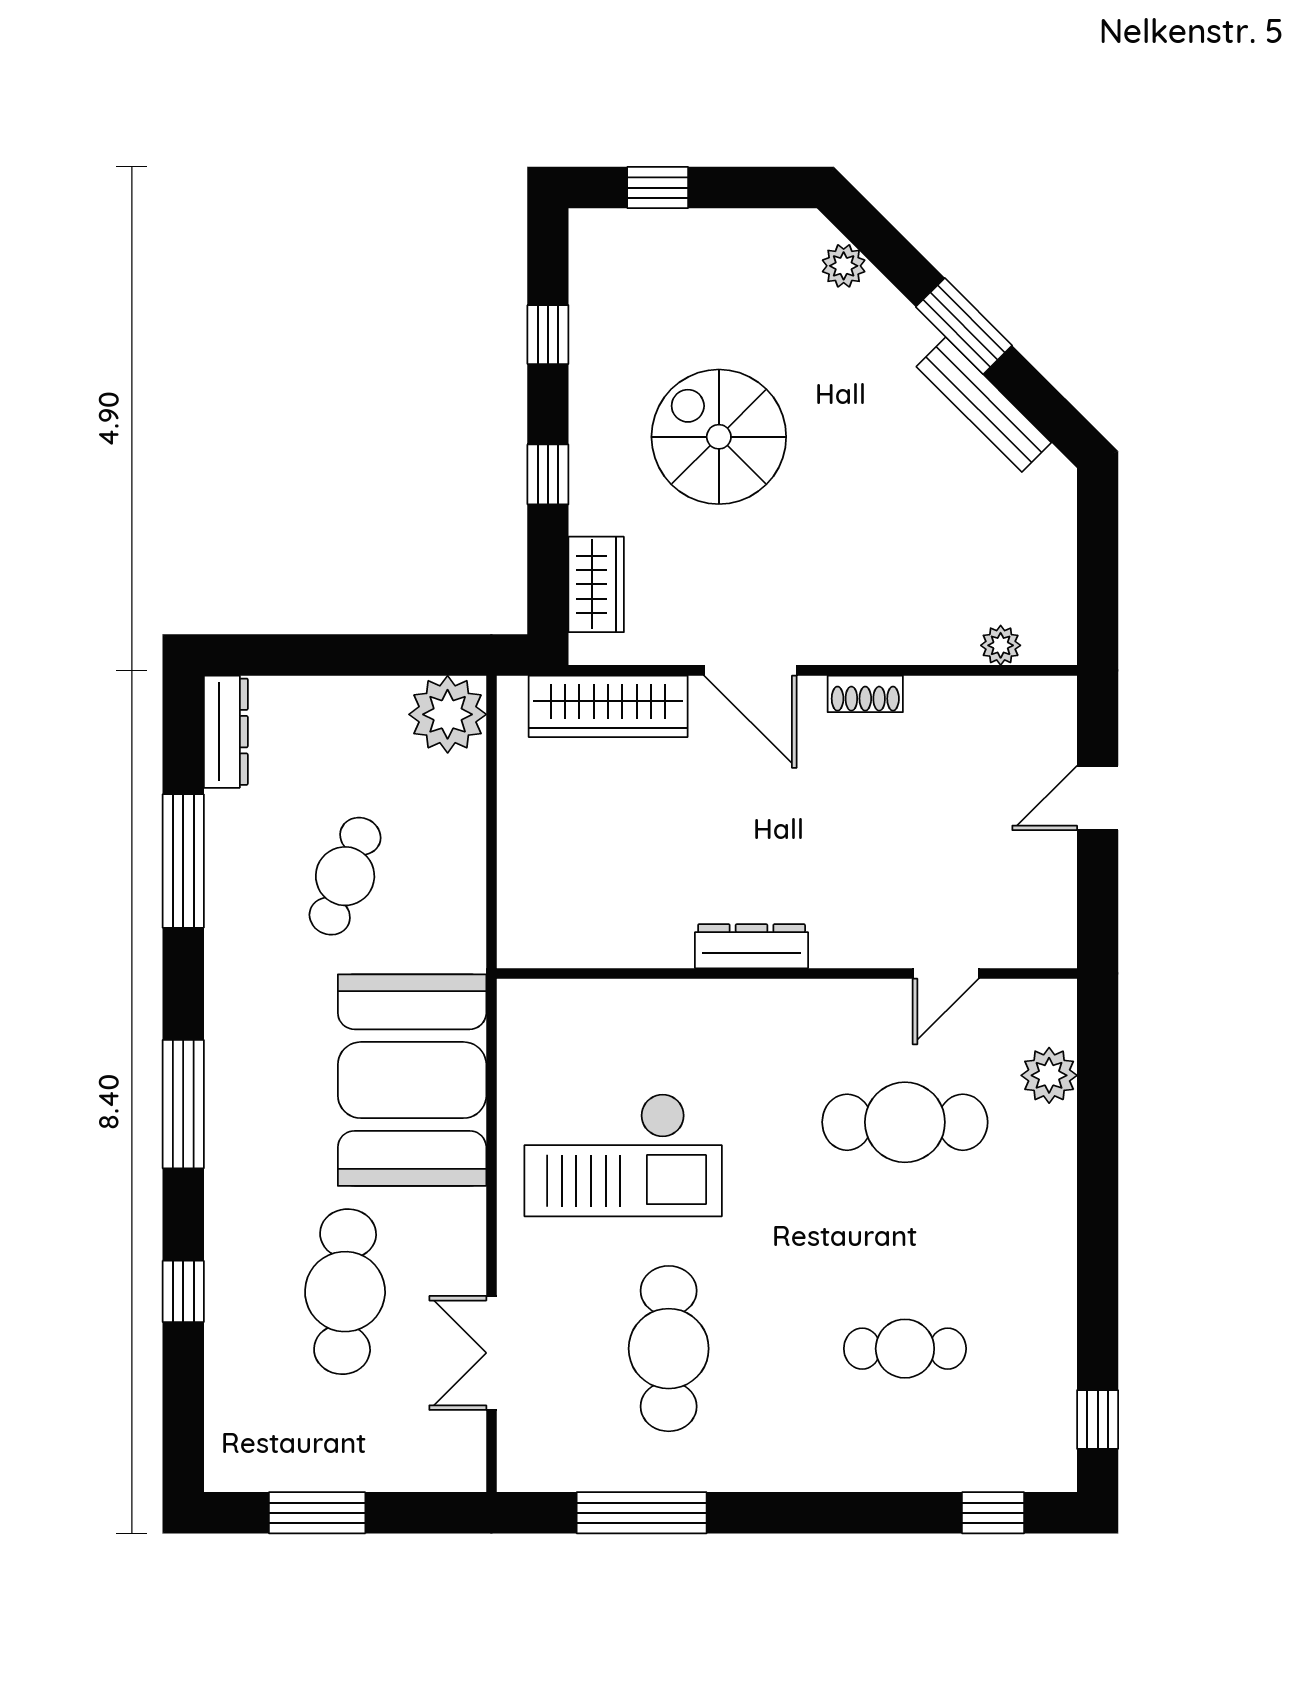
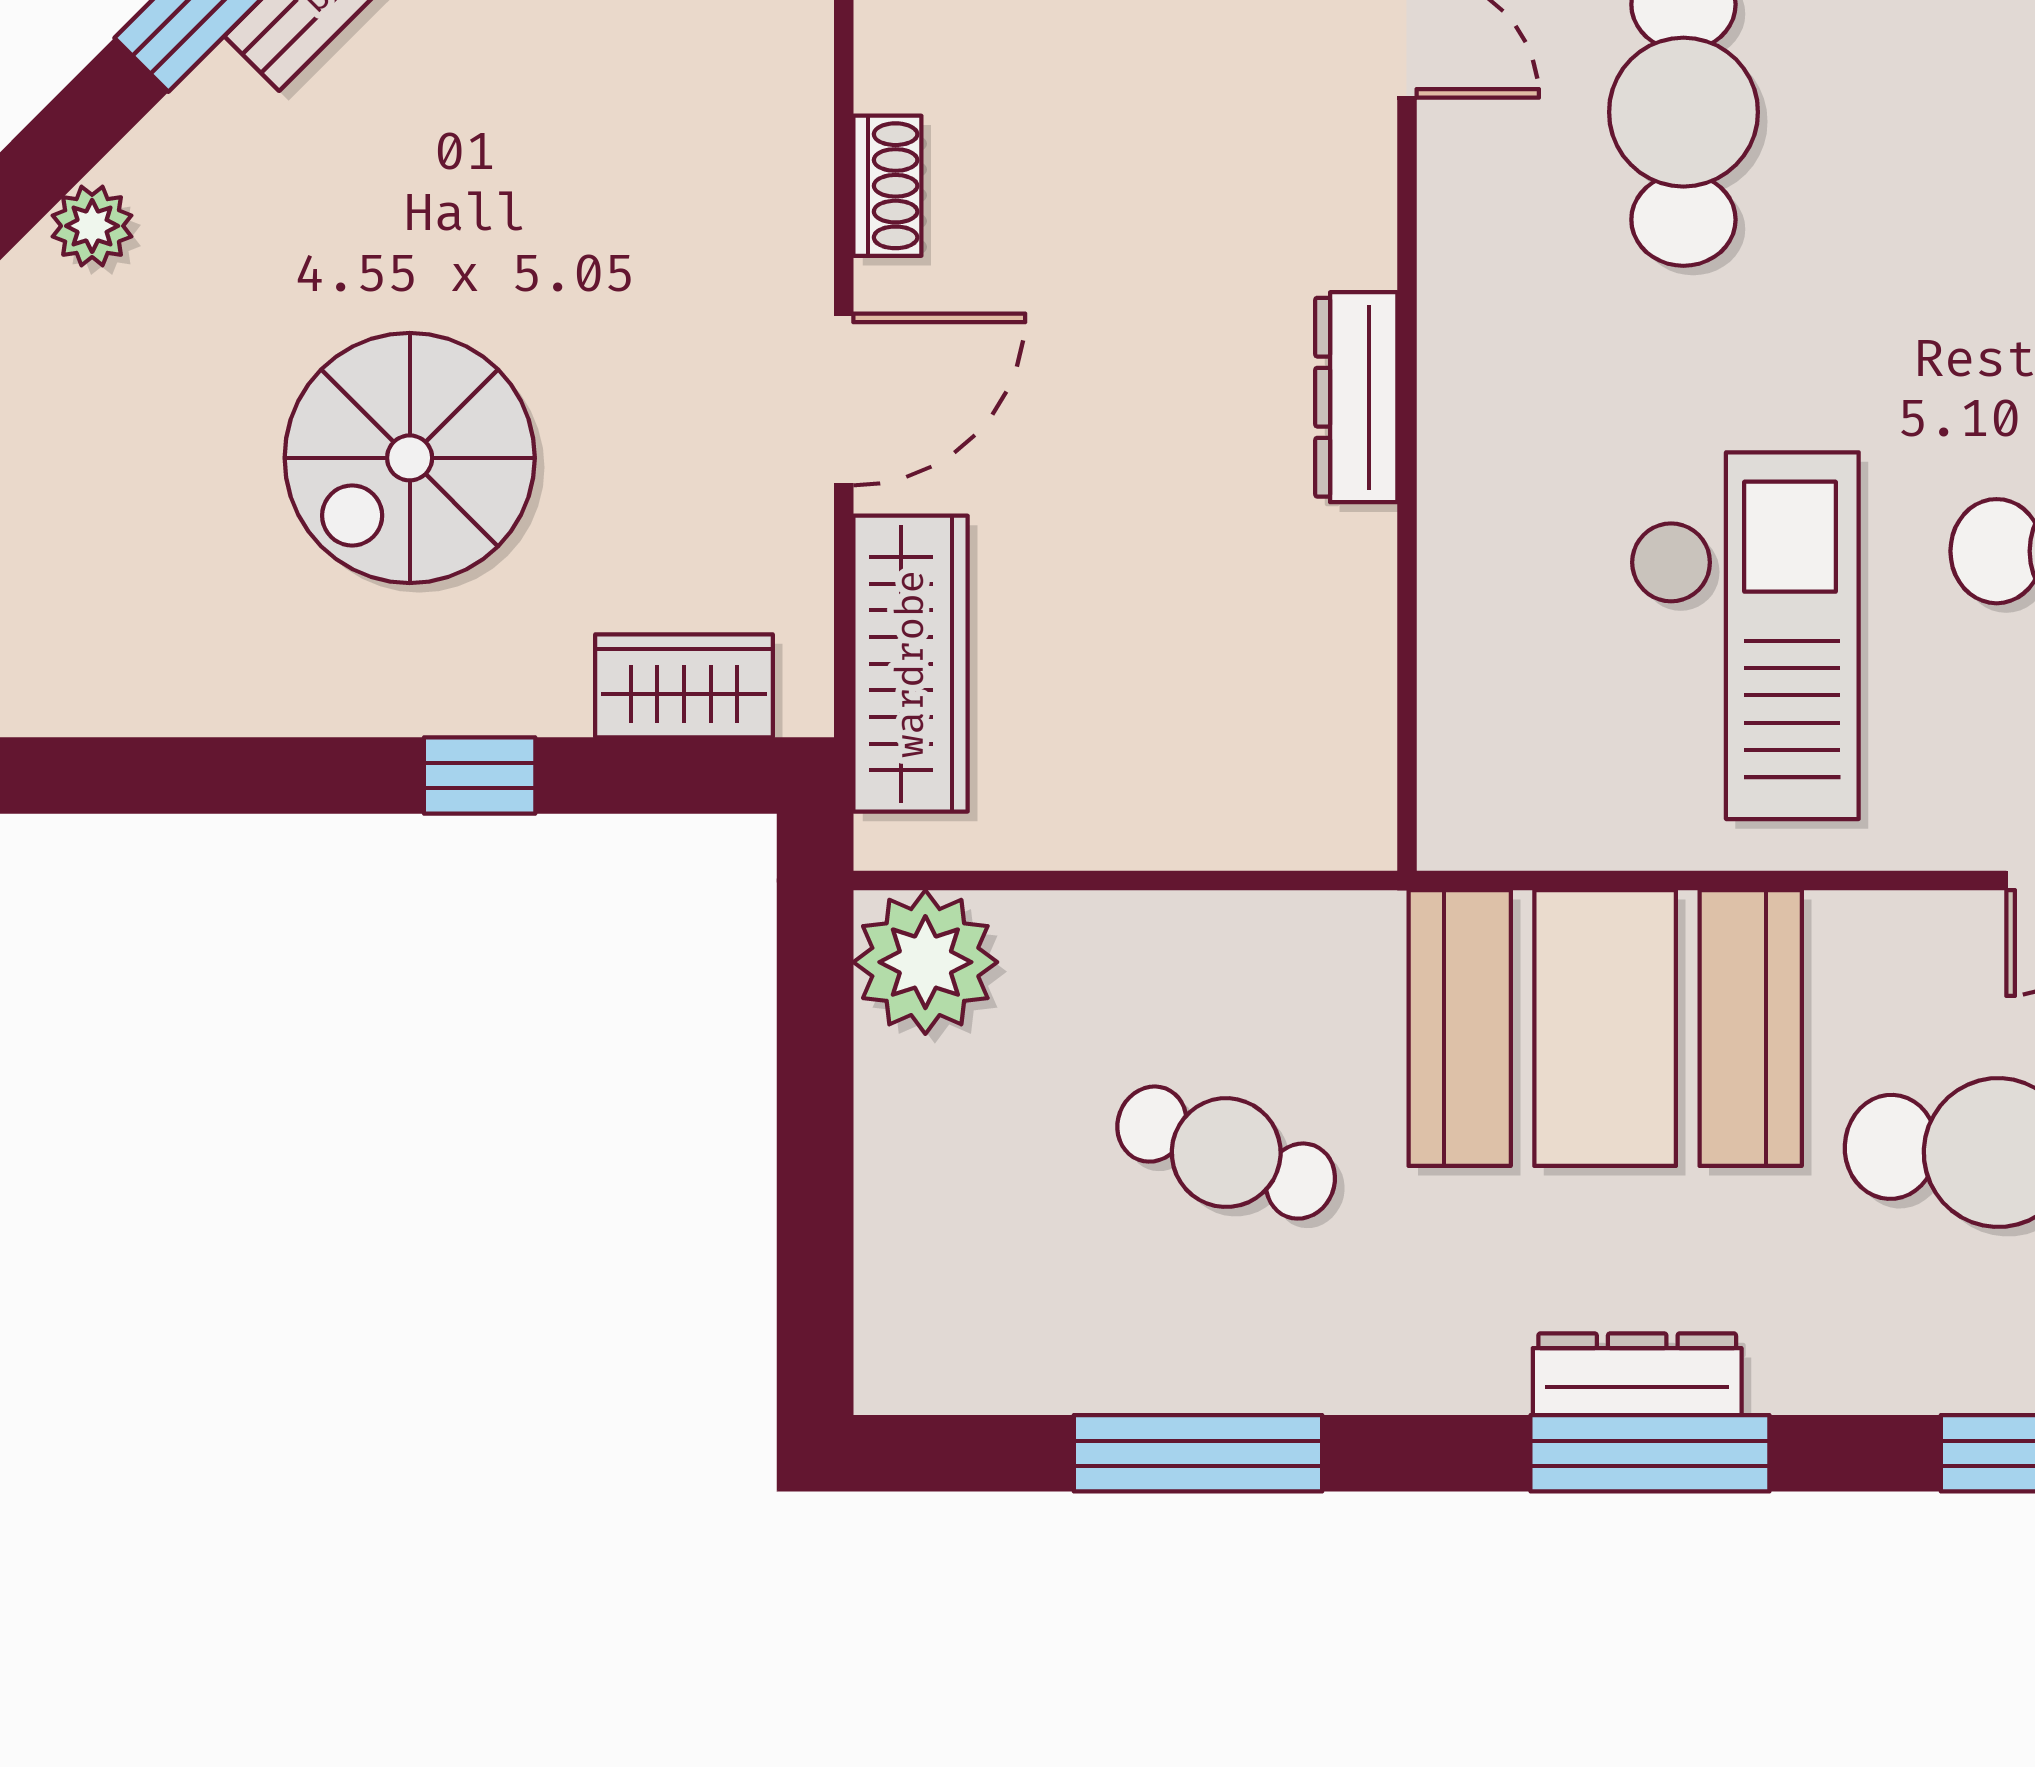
window: (548, 335) -> (220, 775), removed
dresser: (226, 732) -> (1637, 1374), moved

